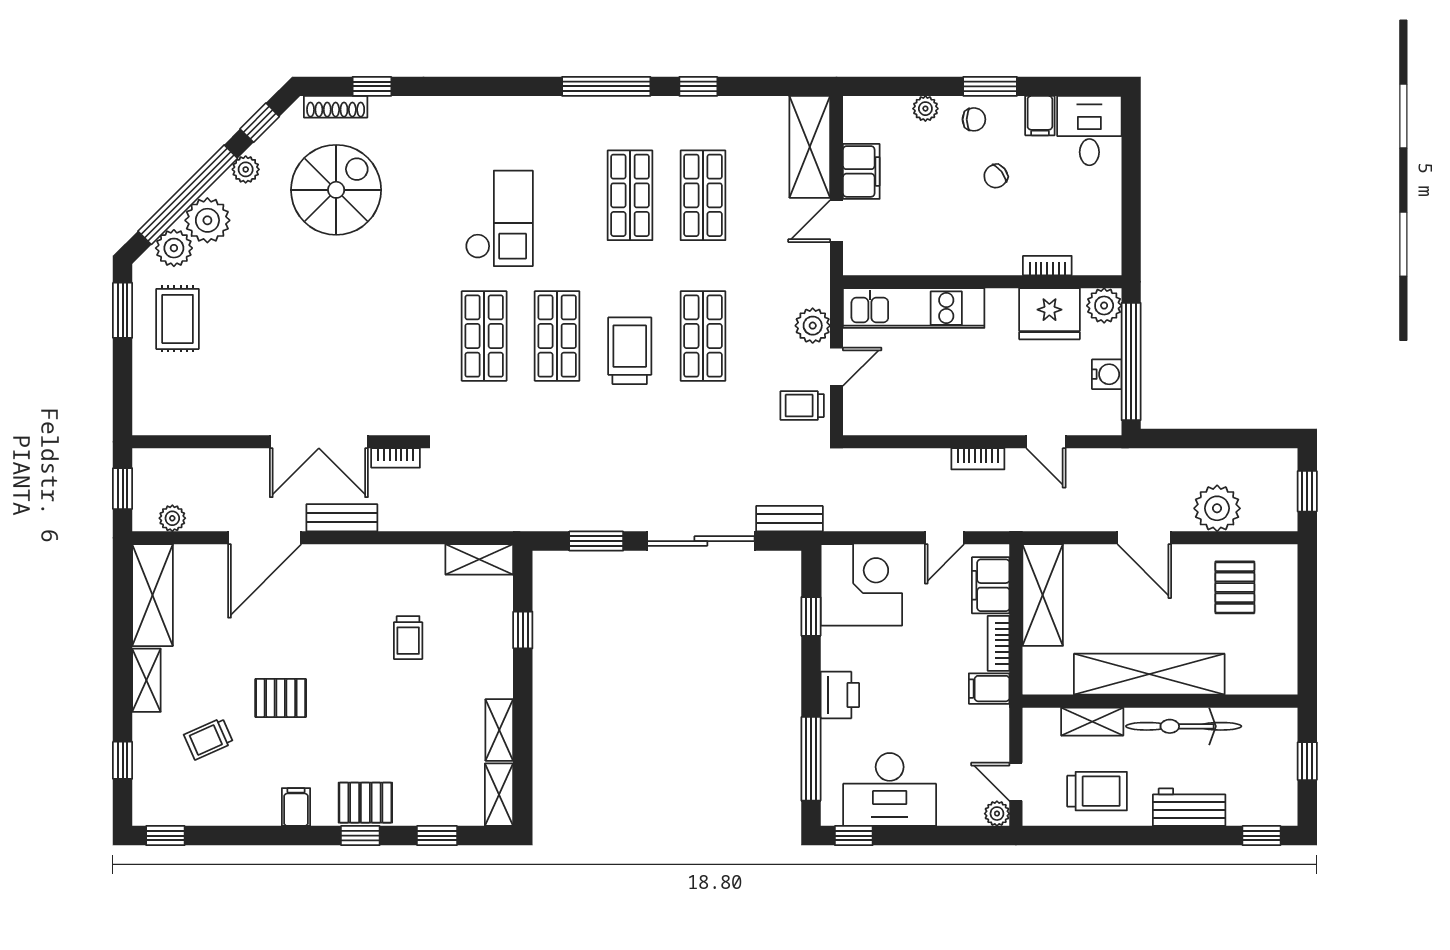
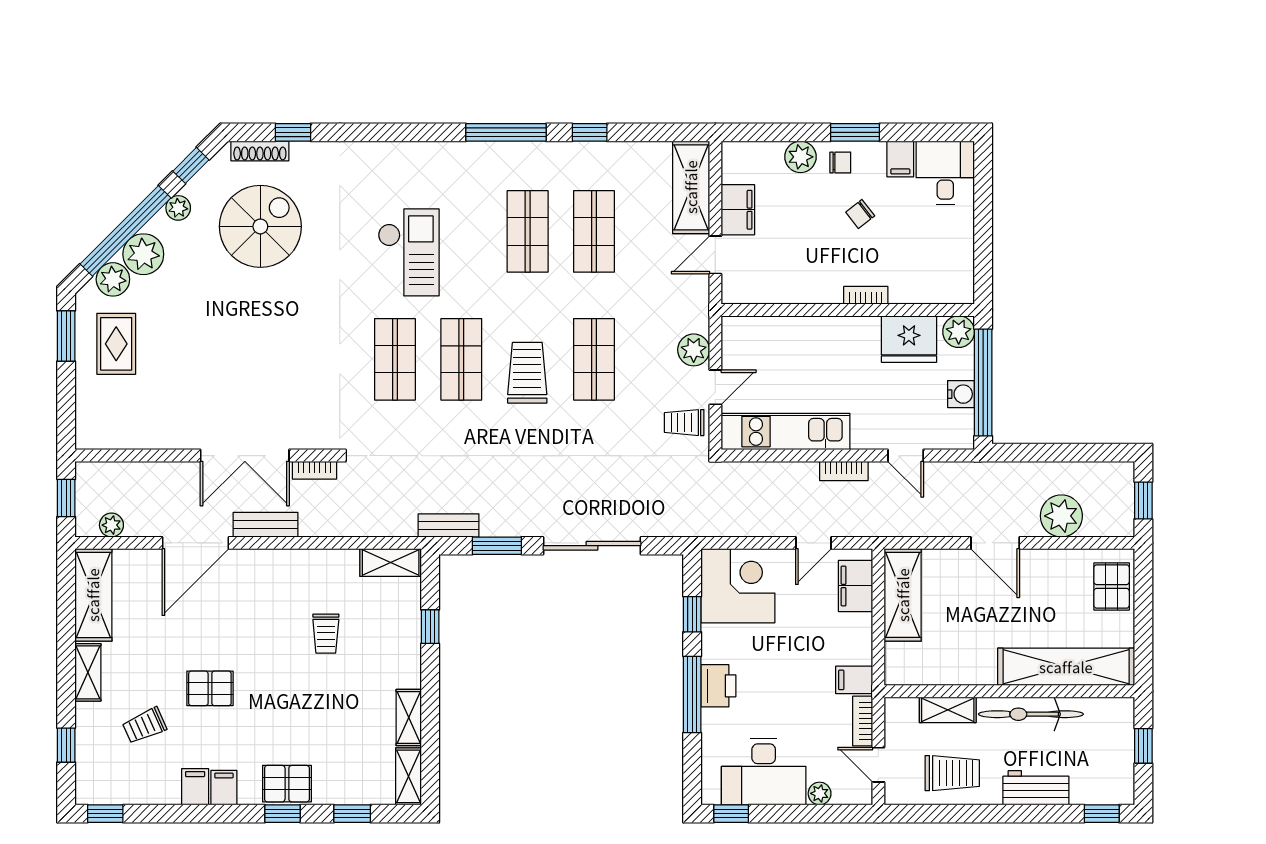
plant: (925, 109) -> (800, 157), width x1.38, depth x1.38
bookcase: (1047, 266) -> (866, 295), moved
kitchen unit: (914, 308) -> (786, 432), moved, turned 180
bench: (789, 519) -> (449, 525), moved
pallet: (1235, 587) -> (1112, 586), moved
bookcase: (999, 643) -> (863, 721), moved
shelving: (1149, 674) -> (1066, 667), moved
window: (811, 759) -> (692, 694), moved
filing cabinet: (264, 806) -> (195, 787), added
plant: (997, 814) -> (820, 793), moved

